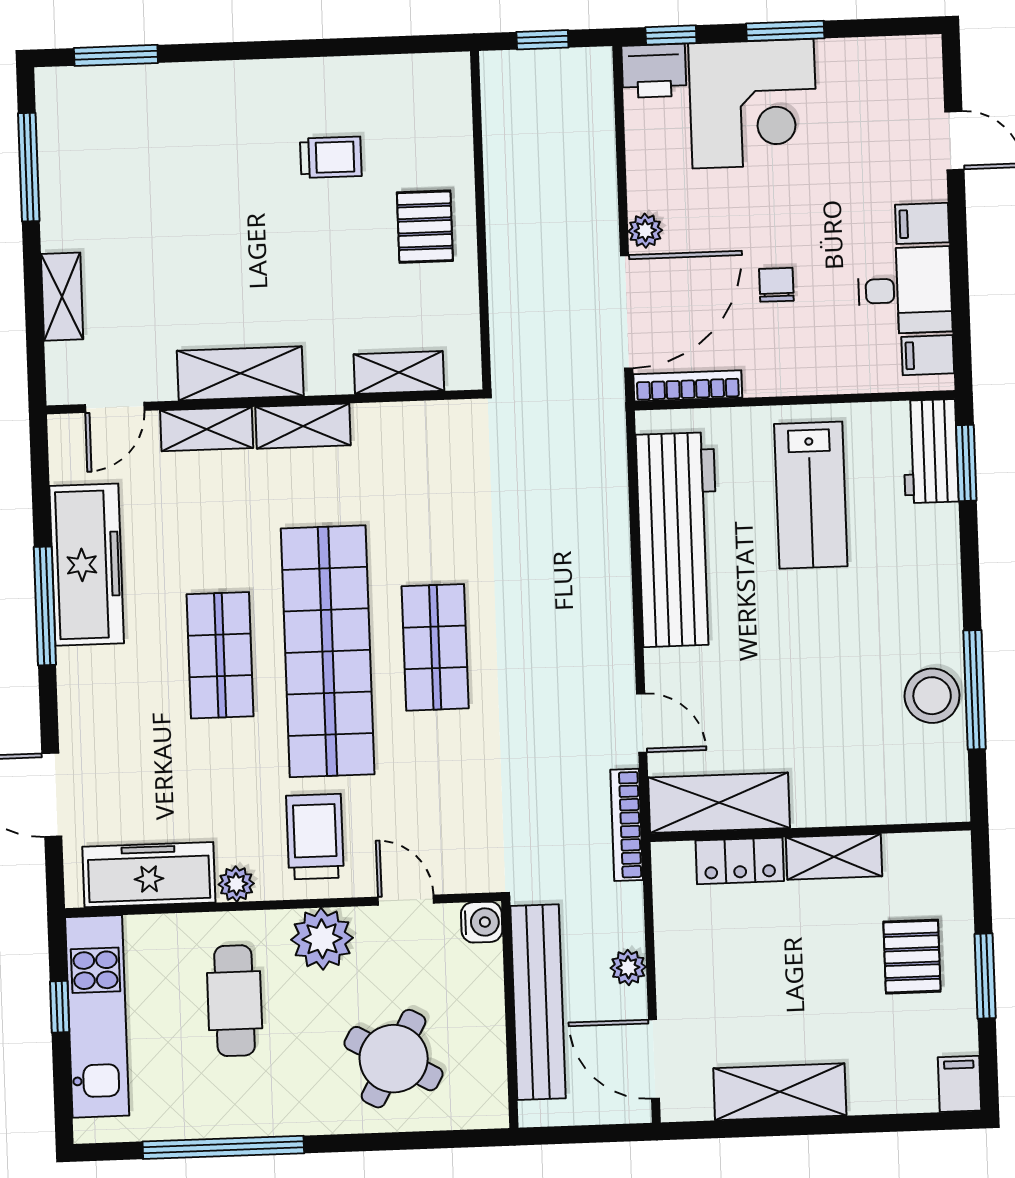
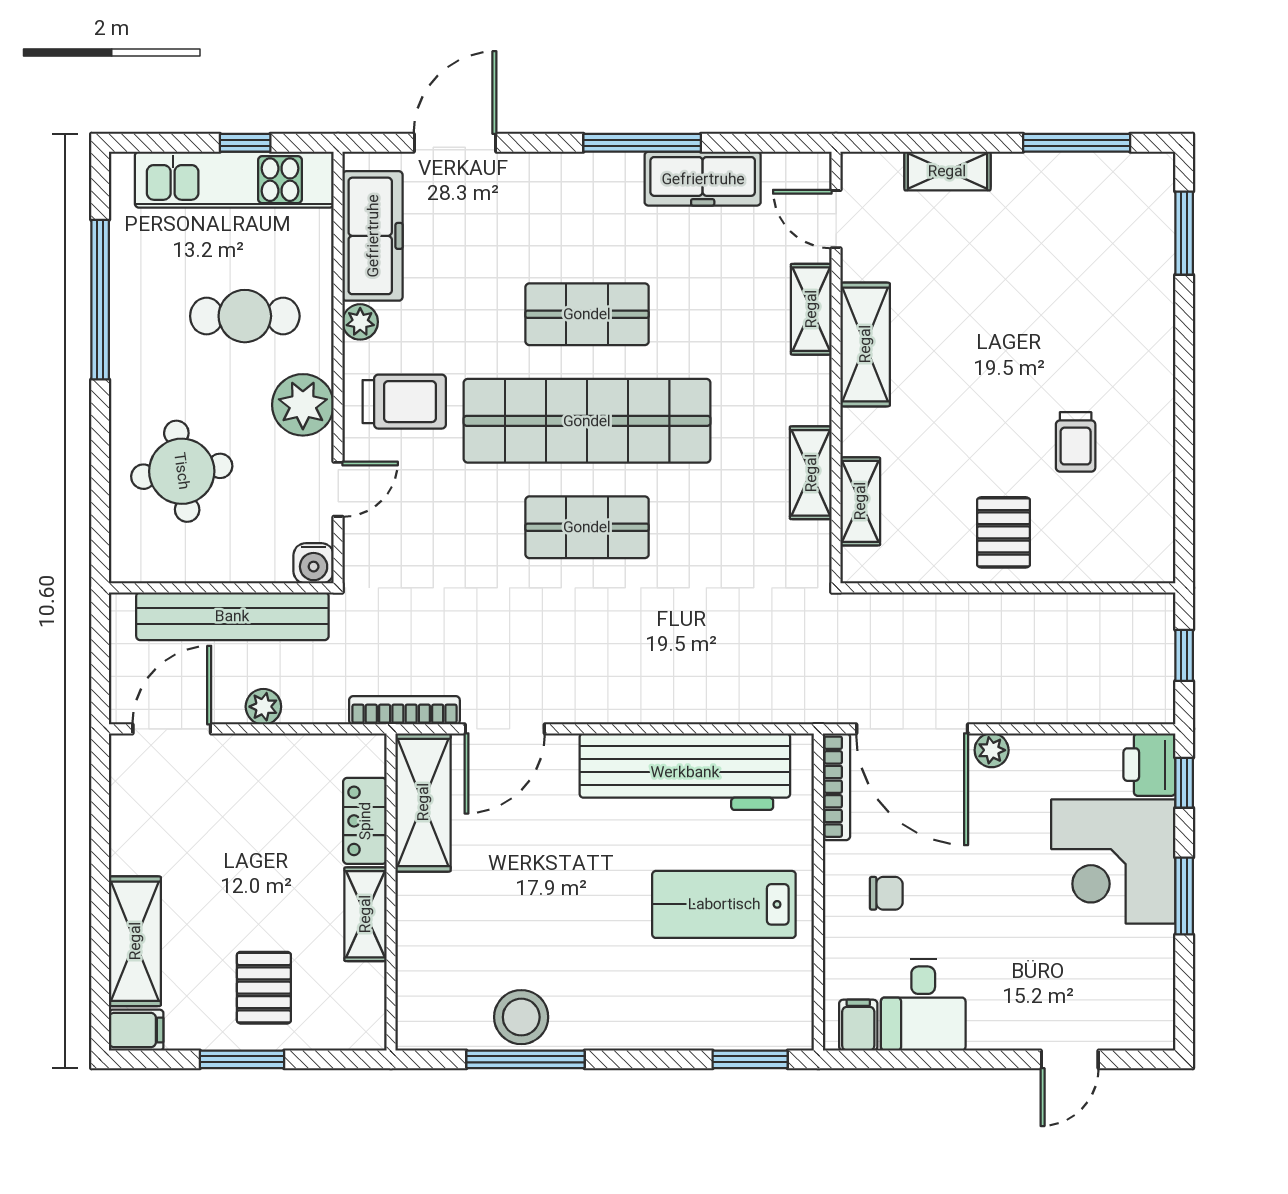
filing cabinet: (922, 223) -> (989, 1024), removed
pallet: (425, 227) -> (1004, 532), turned 90
chair: (776, 285) -> (886, 893), moved
shelving: (303, 426) -> (811, 473), moved
workbench: (930, 451) -> (763, 1024), removed
freezer: (87, 565) -> (703, 179), width x0.73, depth x0.79
door: (642, 723) -> (505, 729), width x1.38
pallet: (912, 957) -> (264, 988), turned 90
round table: (394, 1059) -> (182, 471), turned -37
shelving: (780, 1092) -> (135, 941), moved

